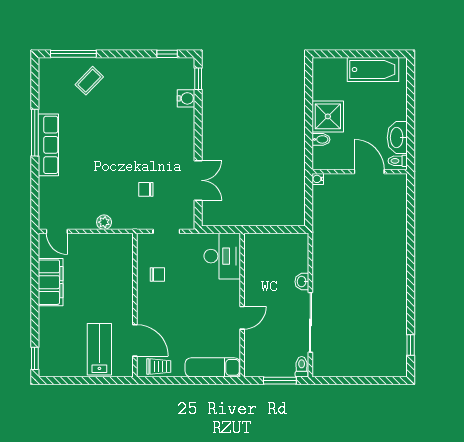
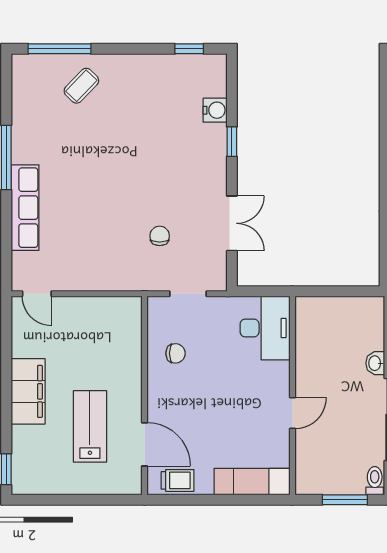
window: (198, 79) -> (232, 142), moved
row of seats: (48, 145) -> (25, 208), moved
chair: (146, 189) -> (160, 236), turned 90
plant: (104, 222) -> (102, 281), removed
filing cabinet: (51, 282) -> (28, 391), moved
lab bench: (99, 349) -> (90, 426), moved

